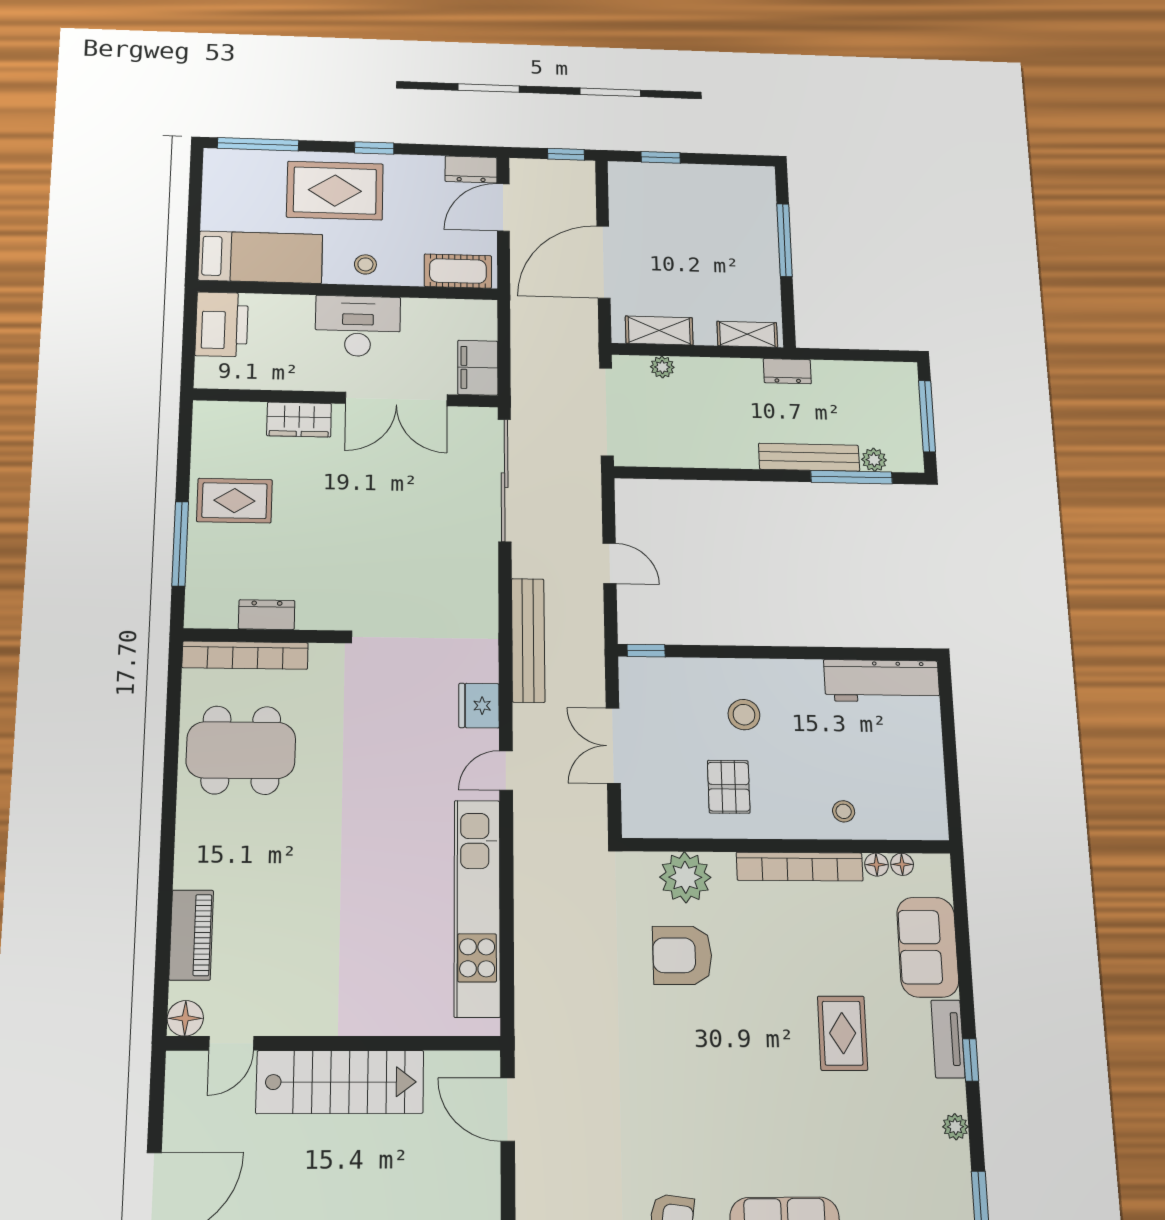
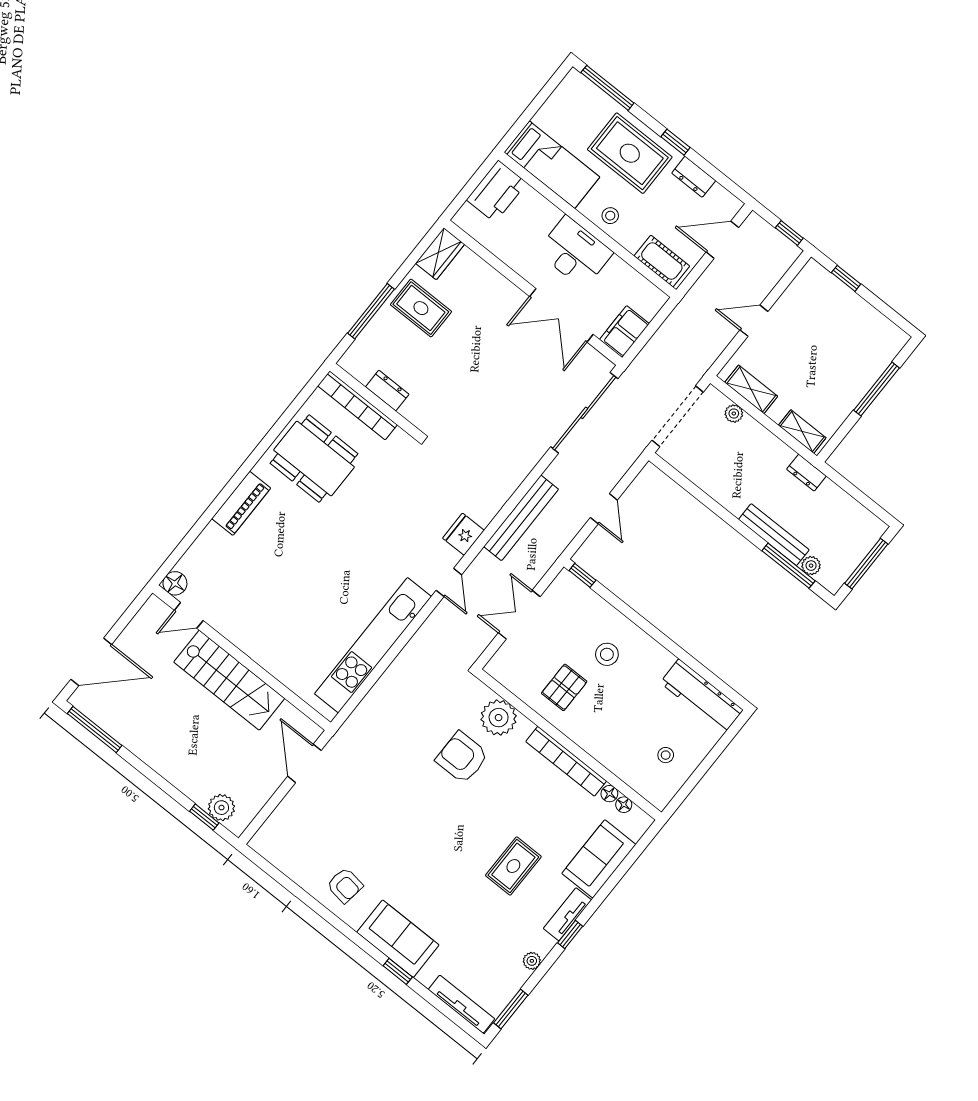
dresser: (471, 170) -> (694, 177), moved
door: (603, 262) -> (754, 321), width x0.53
wardrobe: (299, 420) -> (440, 254), moved, turned -90
door: (506, 771) -> (449, 582), swing flipped
stool: (844, 811) -> (666, 755), moved
piano: (191, 935) -> (241, 503), moved

